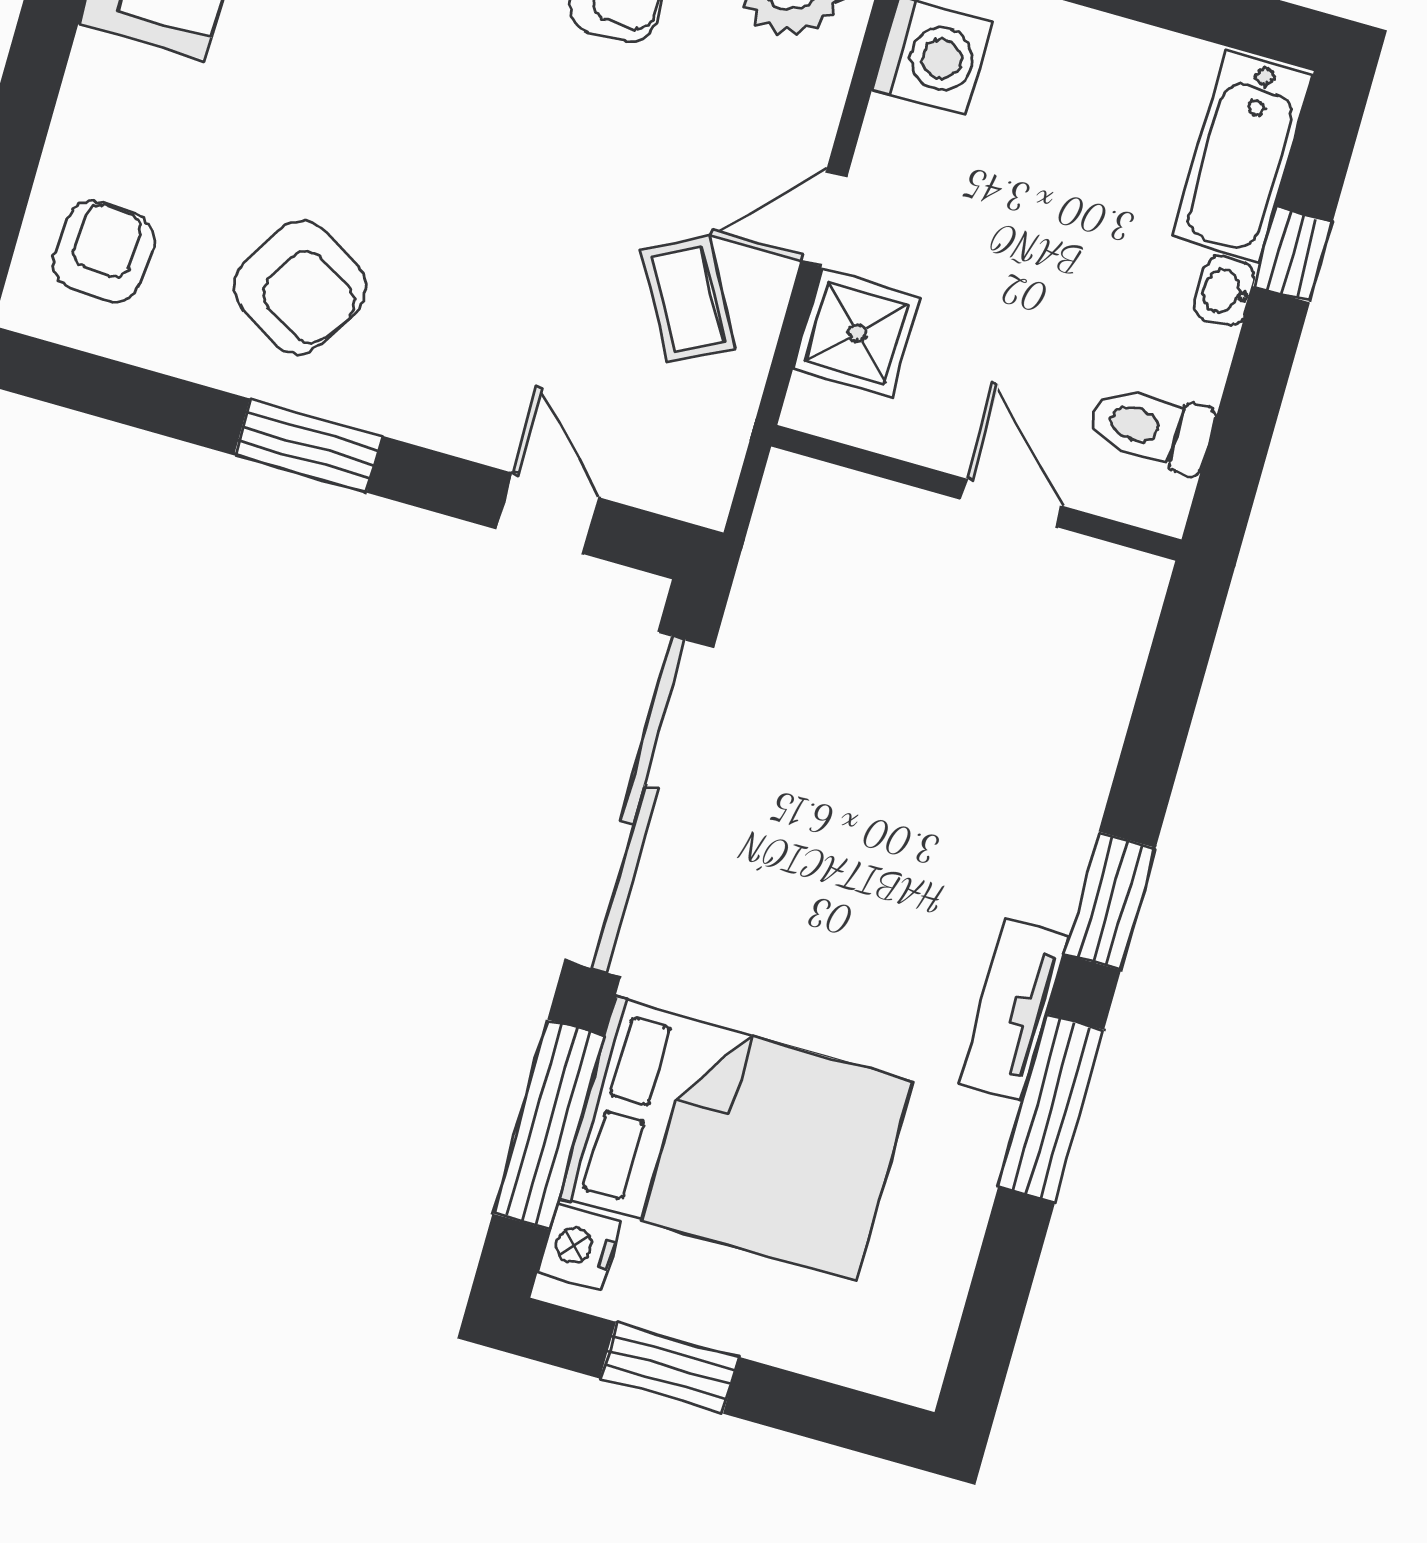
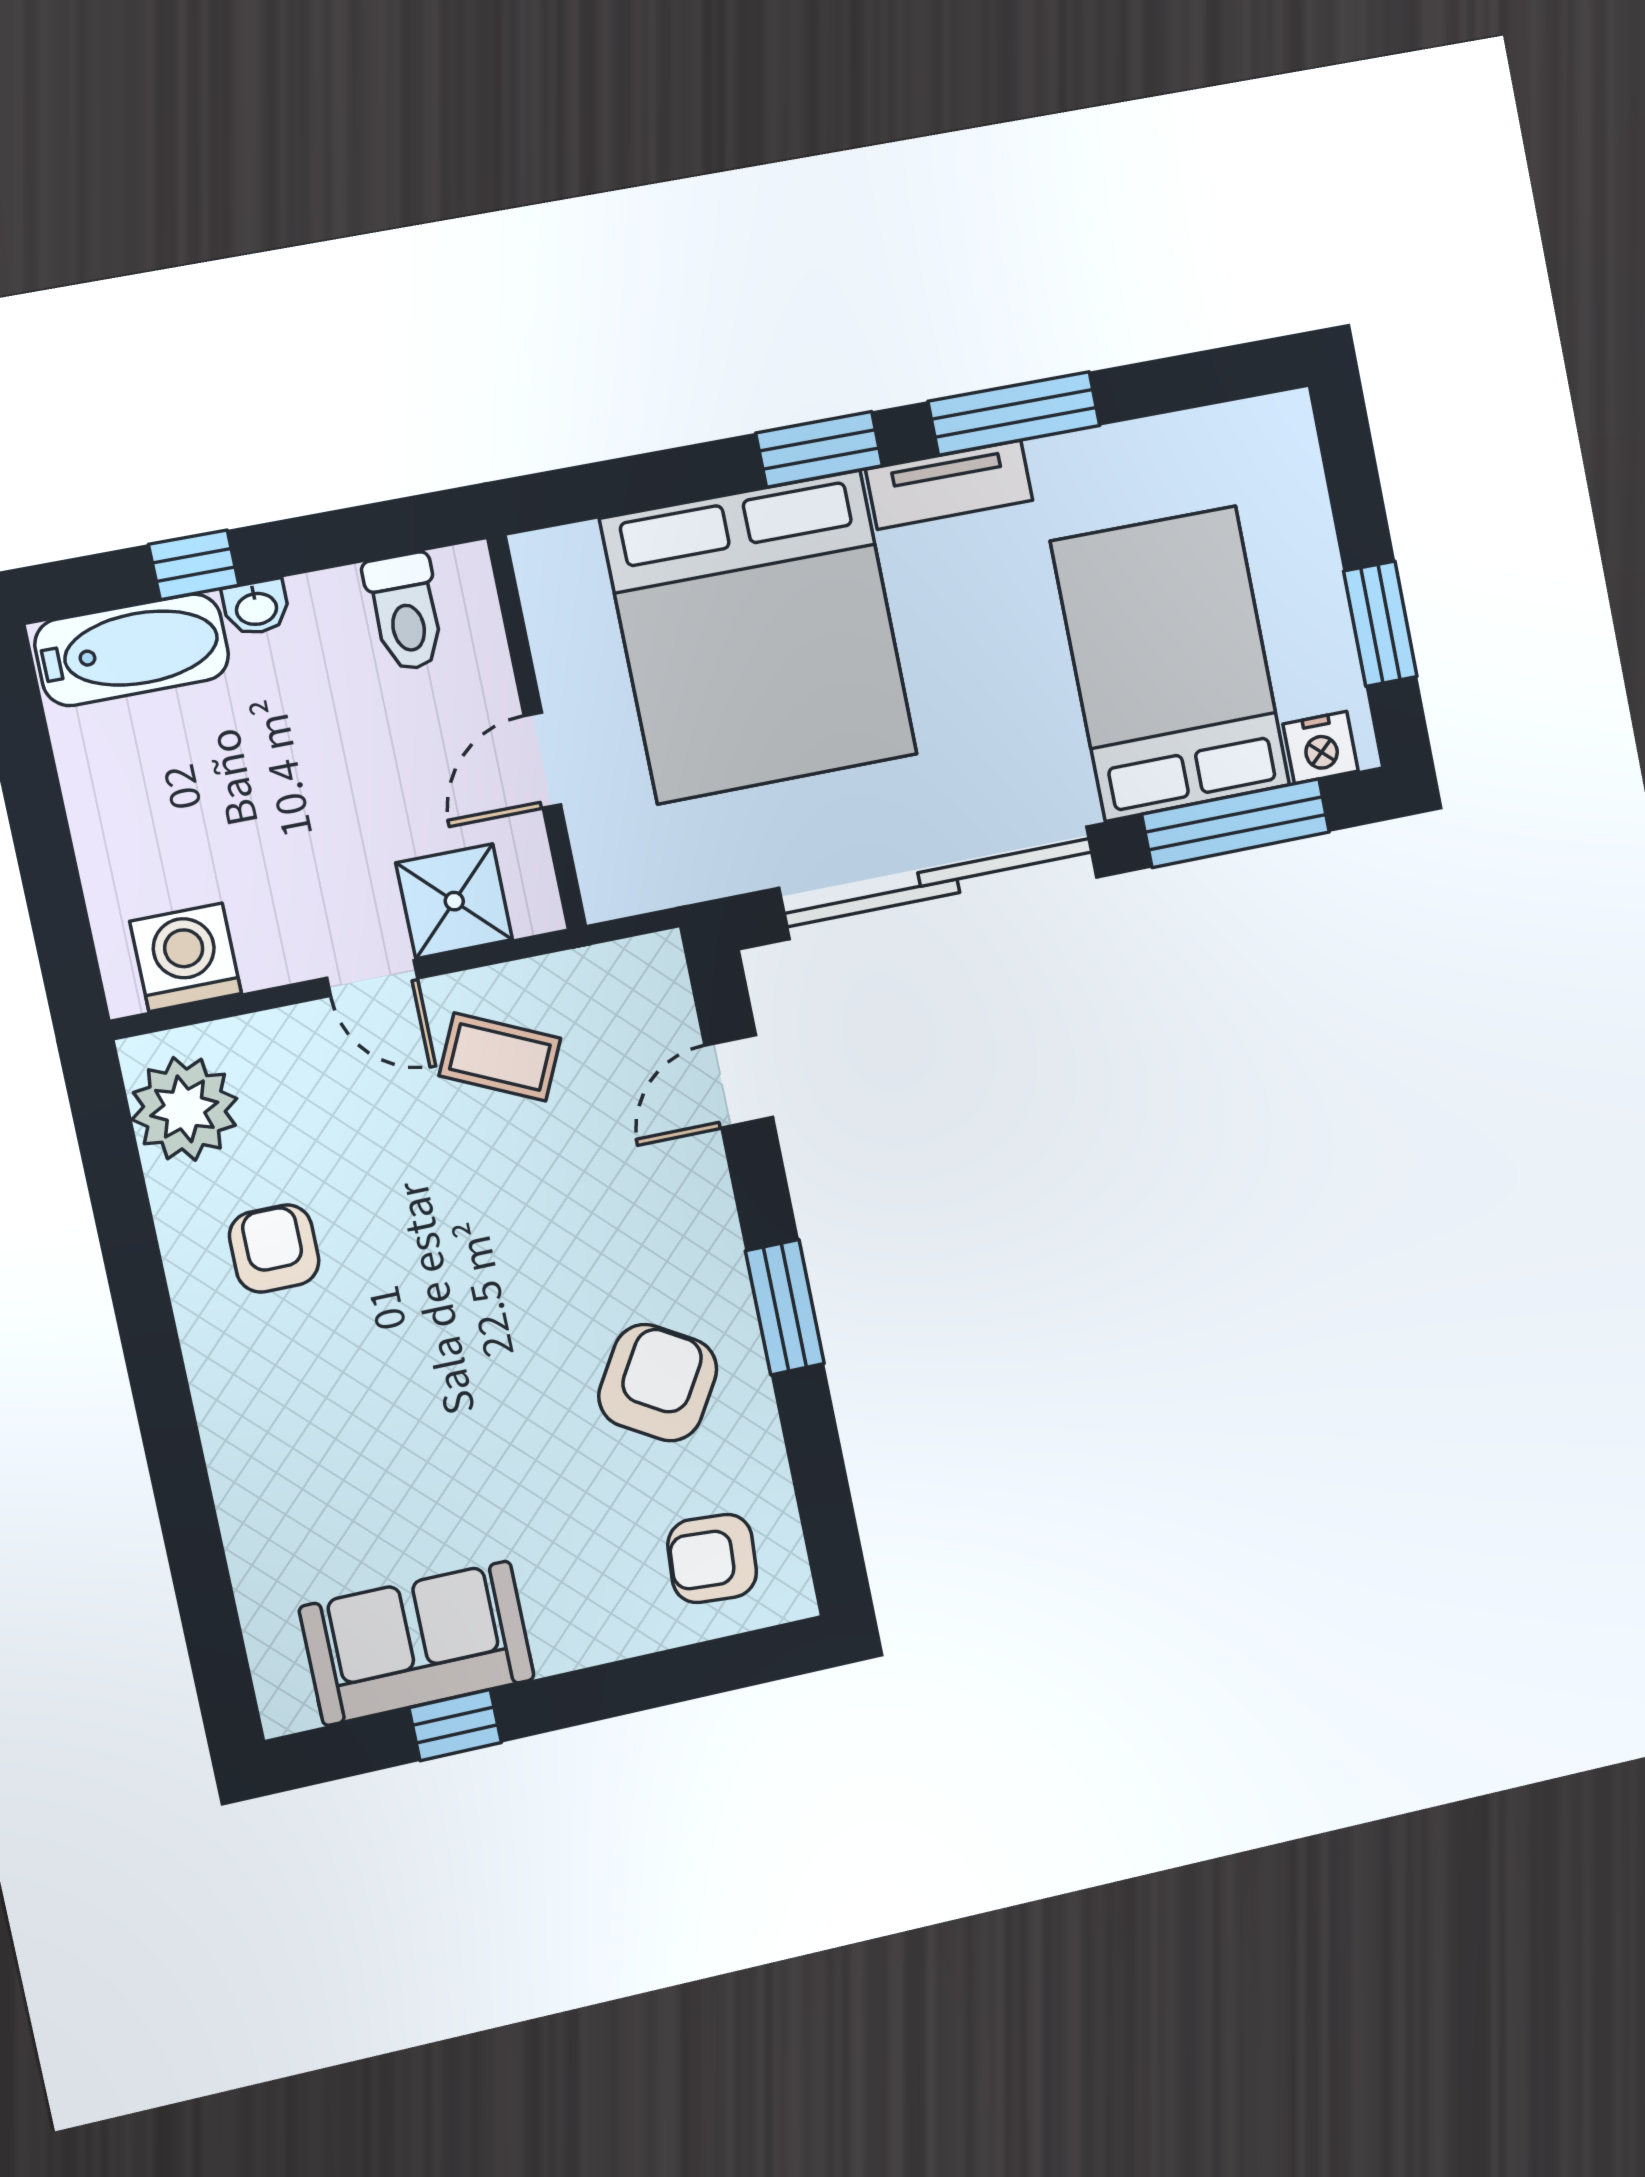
coffee table: (688, 299) -> (500, 1057), turned 54
door: (1011, 503) -> (542, 760), moved
bed: (961, 751) -> (759, 637), added

